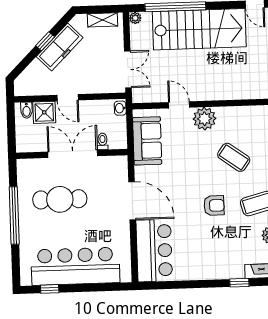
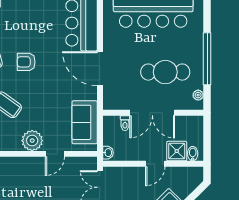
door: (68, 98) -> (155, 164), swing flipped
door: (179, 105) -> (55, 154), hinge flipped
plant: (23, 175) -> (198, 95), added

